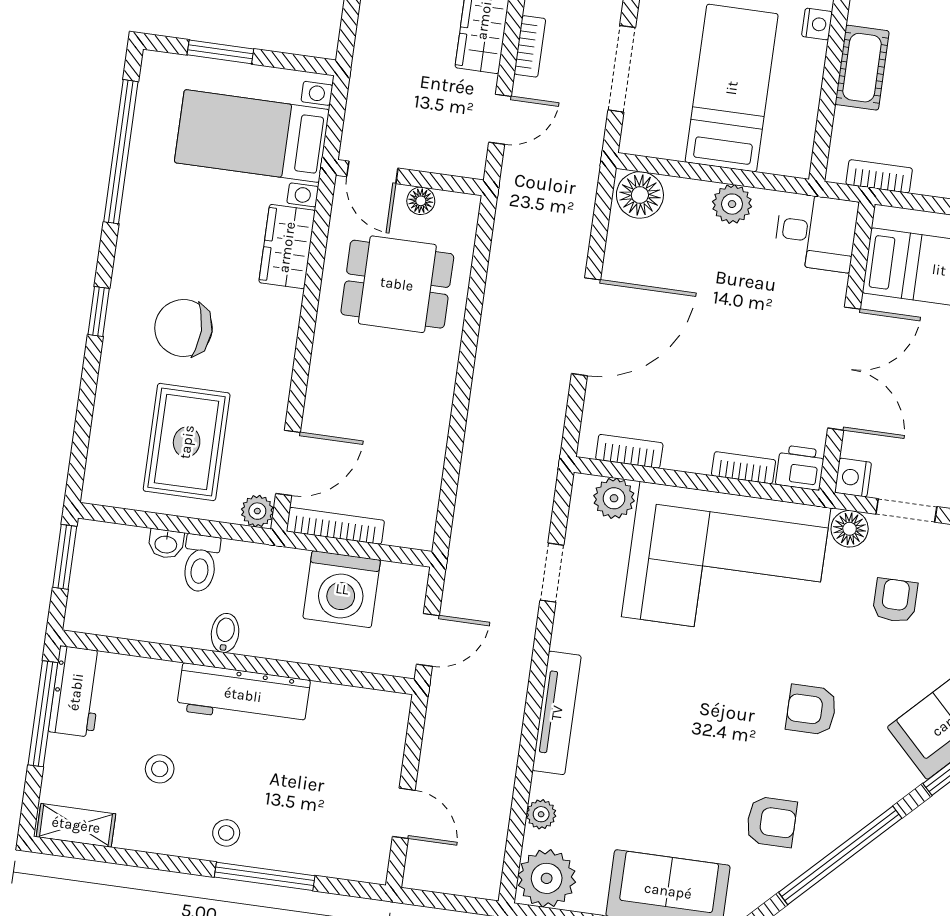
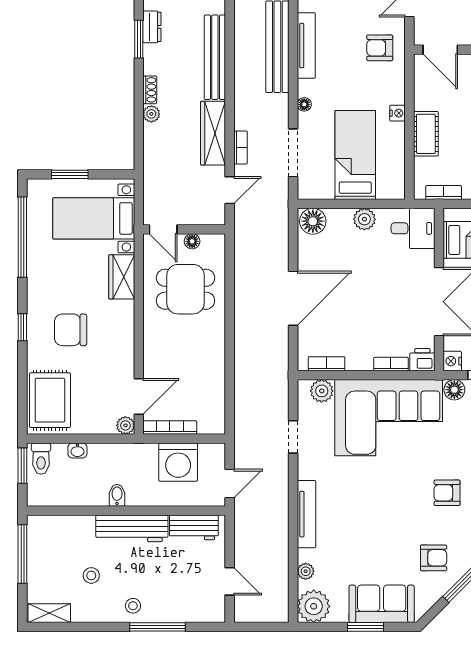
rug: (187, 442) -> (50, 400), moved
toilet: (201, 563) -> (41, 459), moved
workbench: (76, 692) -> (194, 527), moved, turned 90

